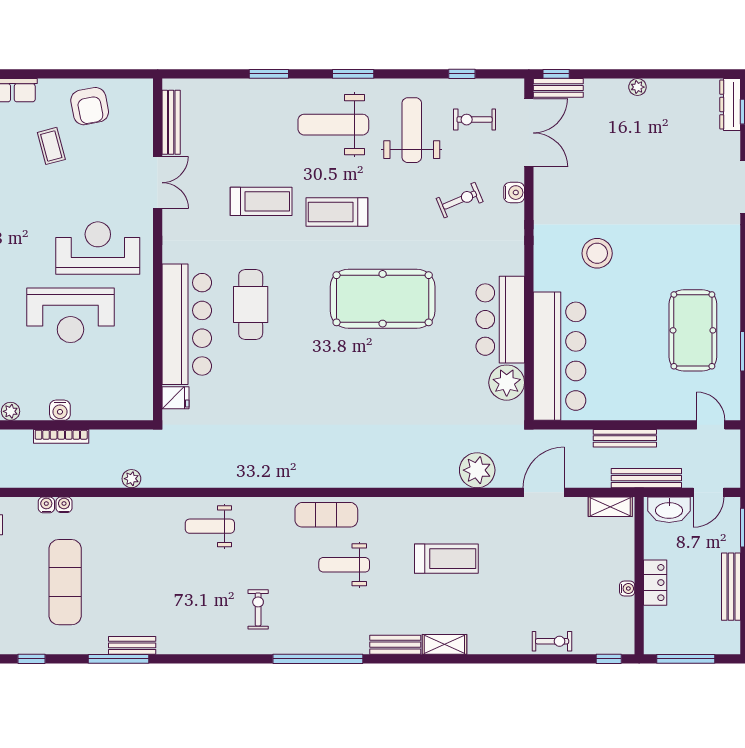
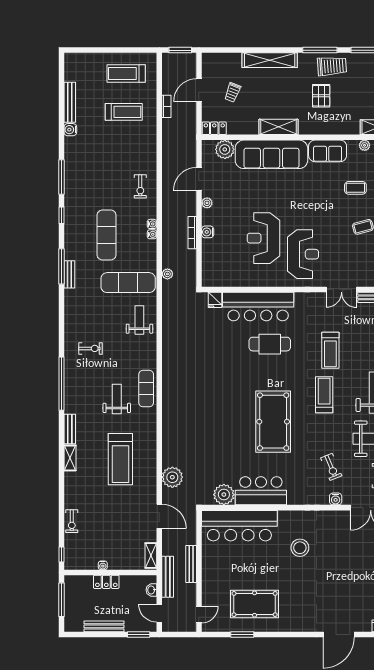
washbasin: (669, 510) -> (151, 590), width x0.52, depth x0.69
exercise mat: (146, 545) -> (128, 283), added
treadmill: (446, 559) -> (120, 459), width x1.37, depth x1.38
exercise mat: (65, 582) -> (107, 235), turned 90

